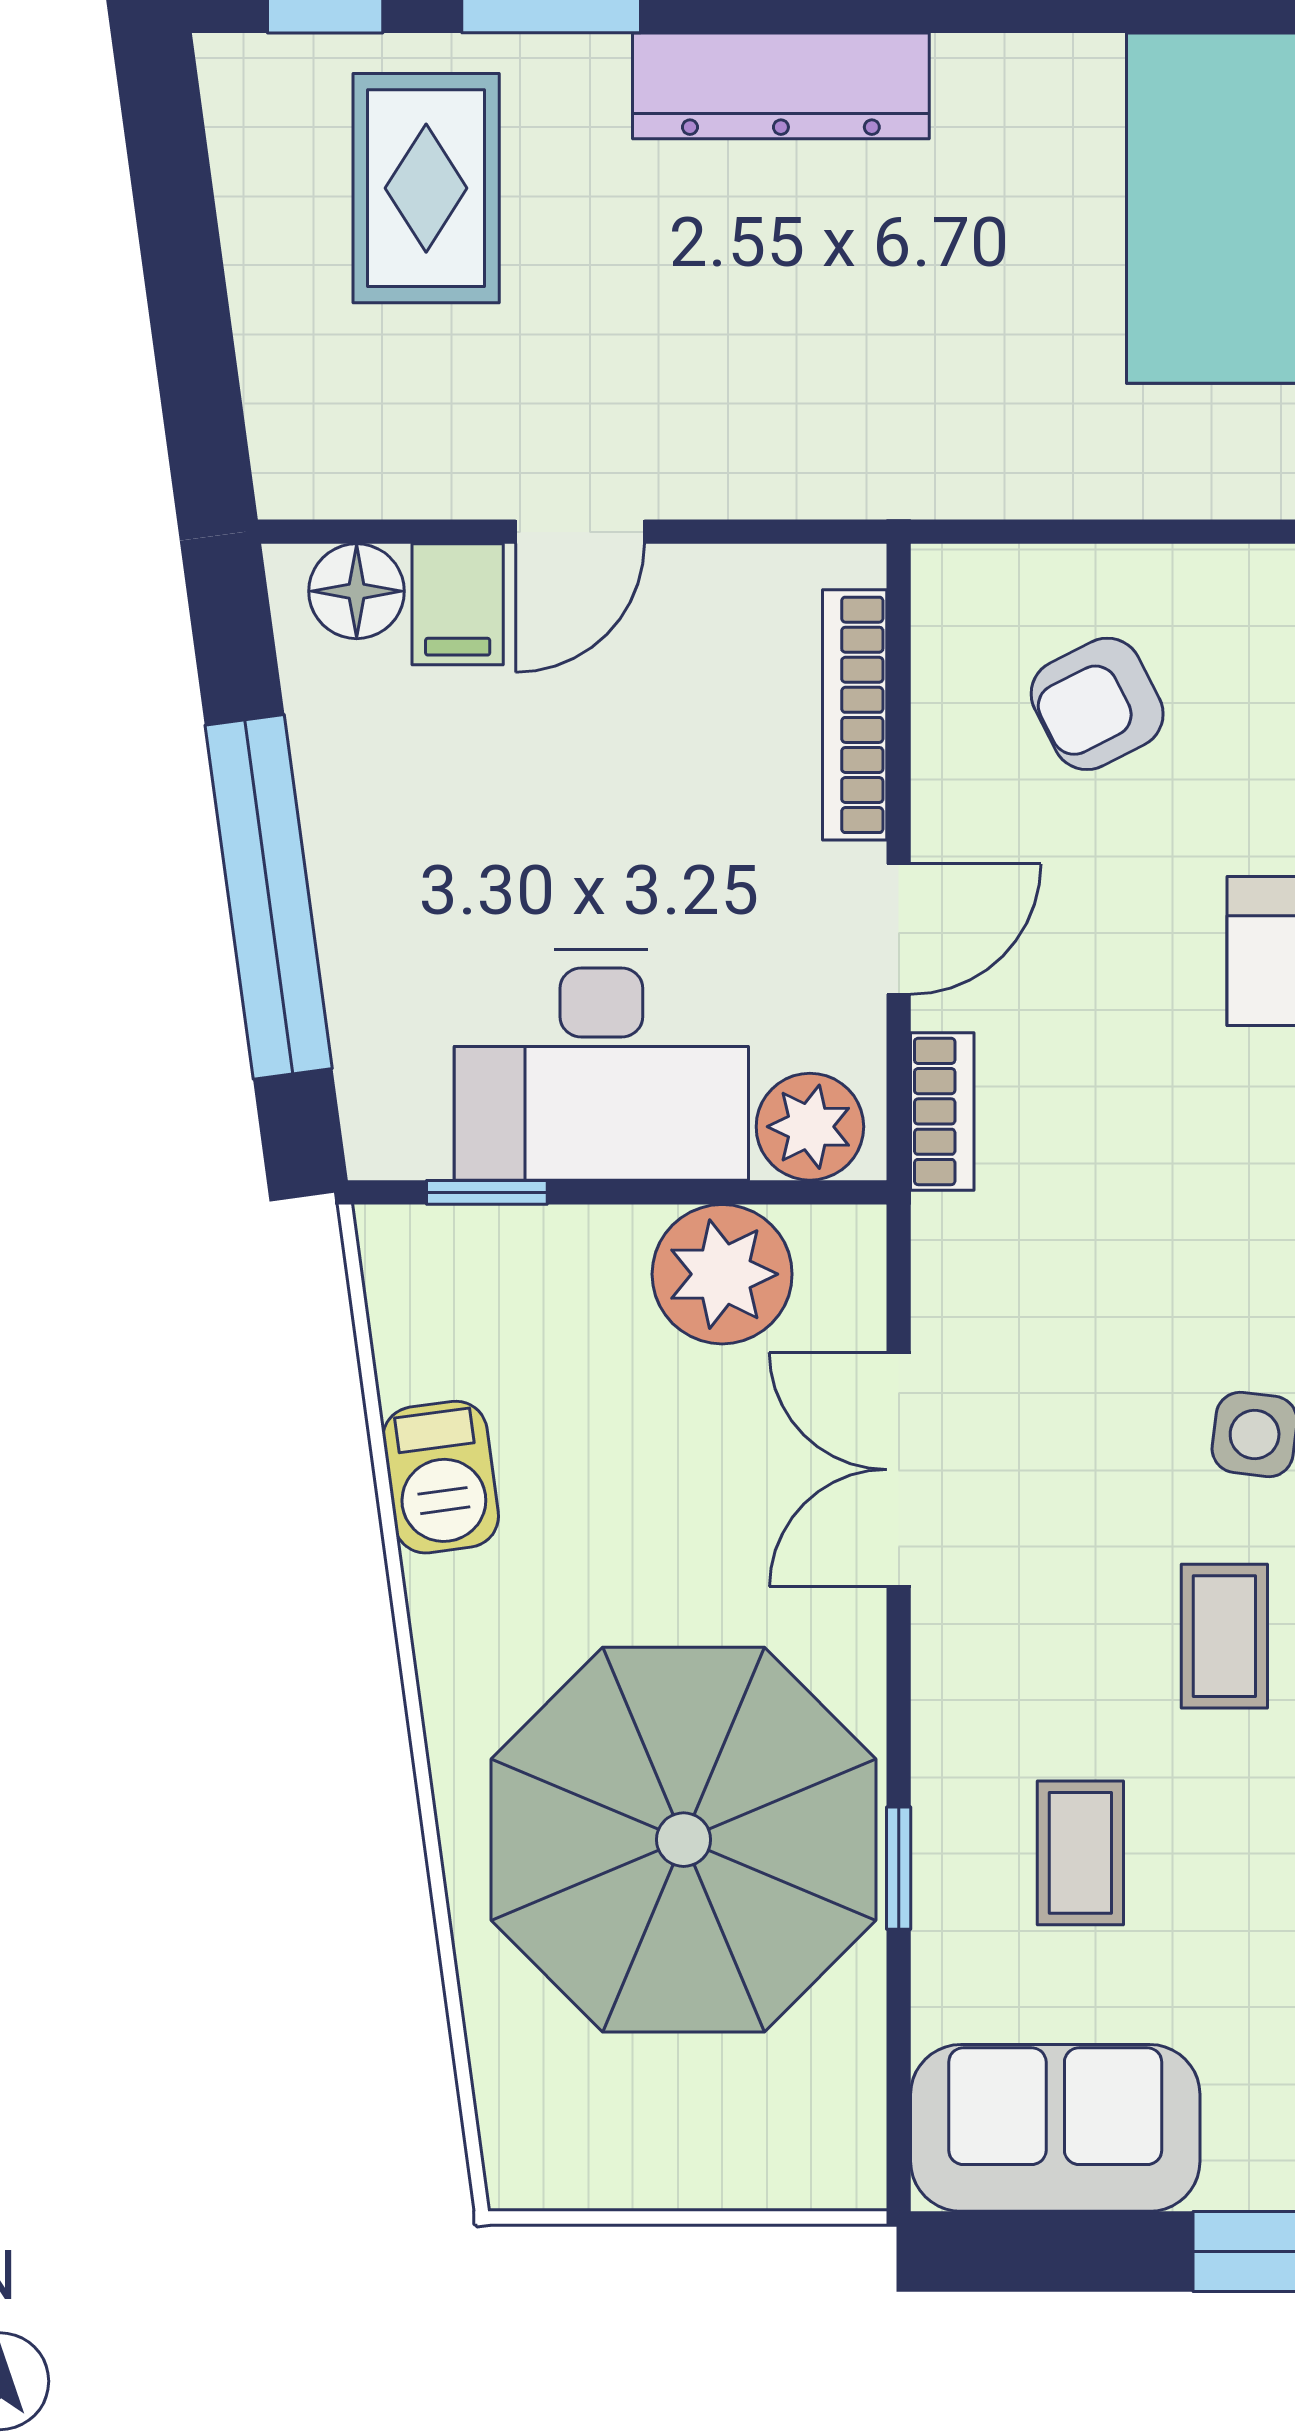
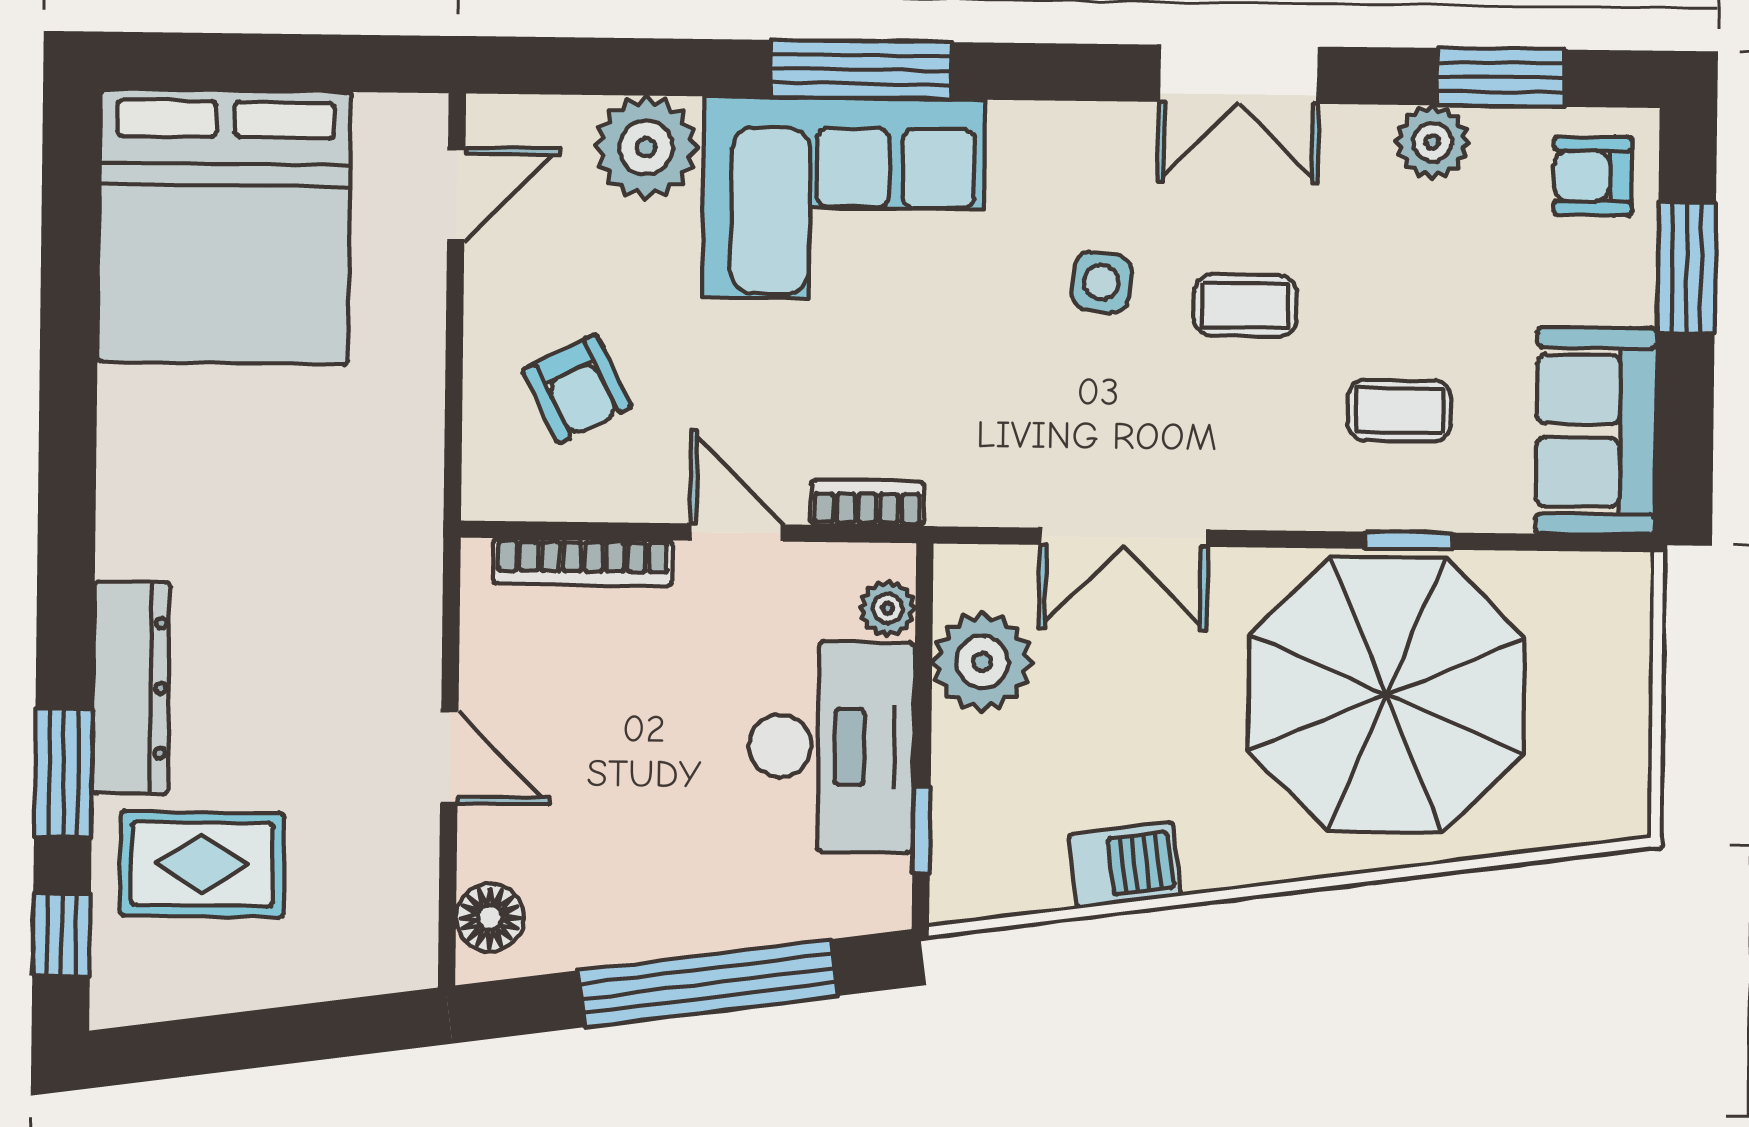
dresser: (781, 86) -> (131, 688), moved
filing cabinet: (458, 604) -> (500, 845), removed
plant: (810, 1127) -> (888, 608), width x0.73, depth x0.73

